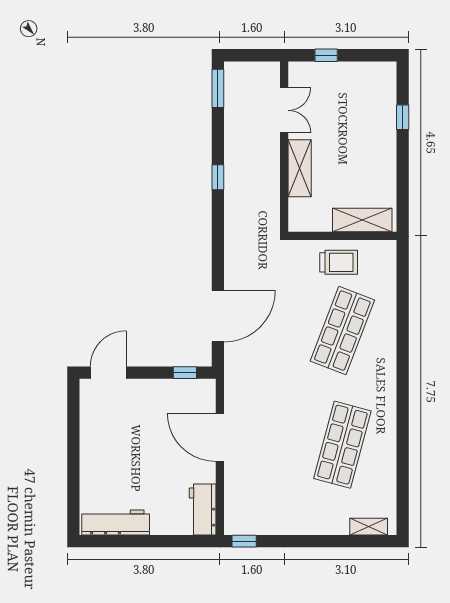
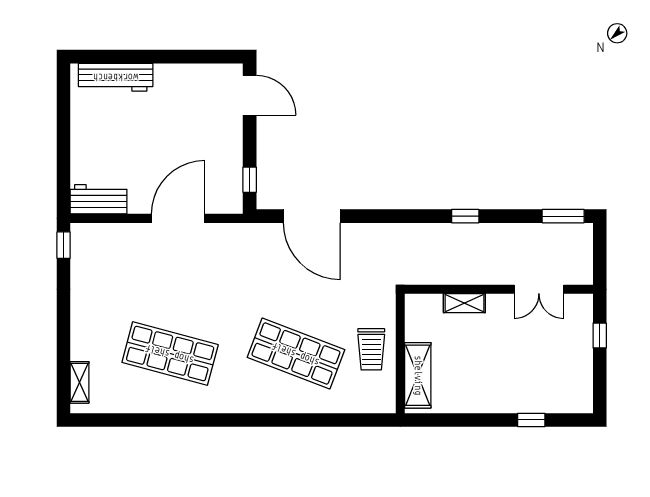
shelving: (300, 168) -> (464, 303), width x0.67, depth x0.75
workbench: (116, 523) -> (116, 77), moved, turned 90

